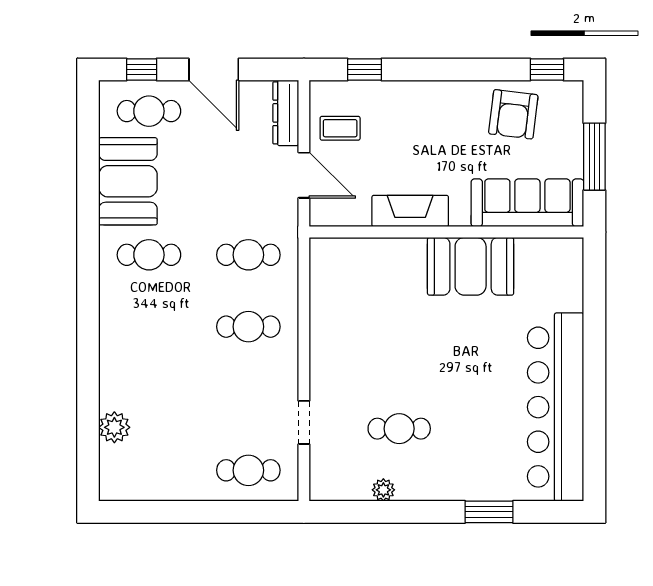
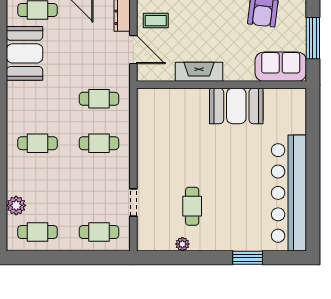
sofa: (527, 203) -> (281, 67), width x0.73
cafe table: (149, 255) -> (38, 143), moved
cafe table: (399, 429) -> (192, 206), turned 90
cafe table: (149, 470) -> (38, 232), added

